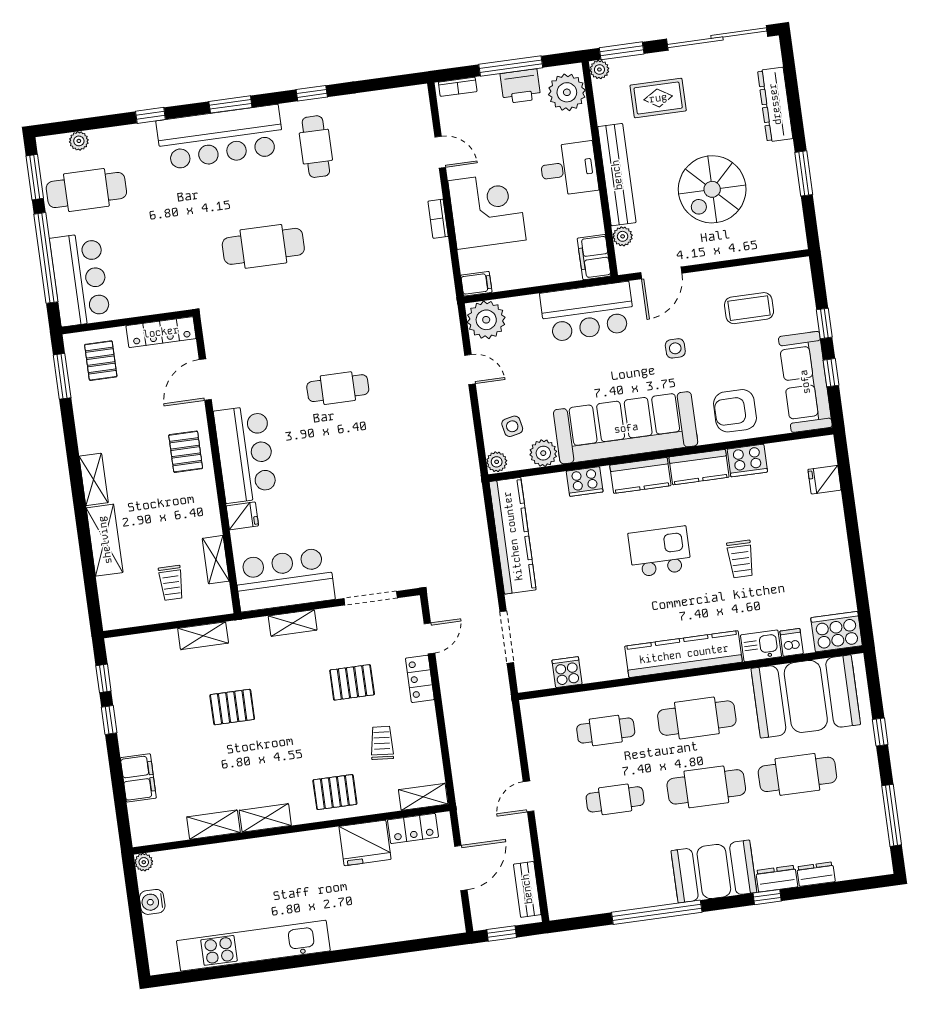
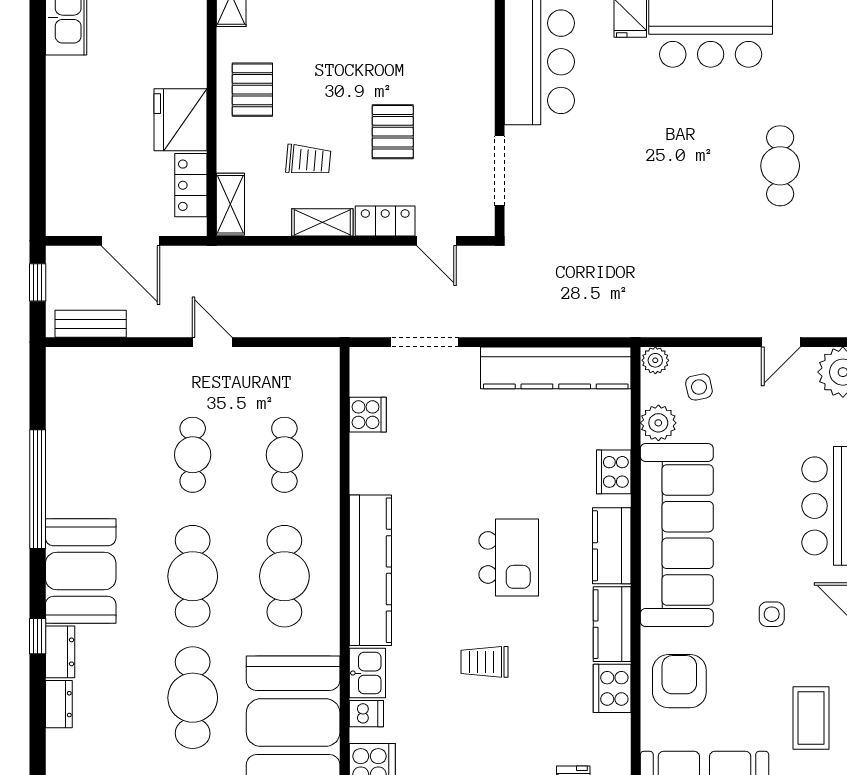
shelving: (293, 623) -> (322, 222), moved, turned 90

